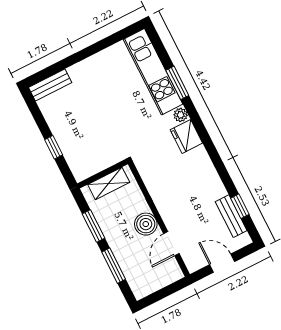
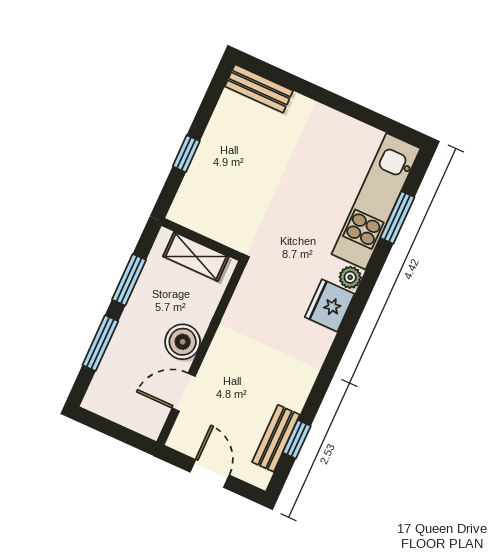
window: (177, 83) -> (397, 217), moved

